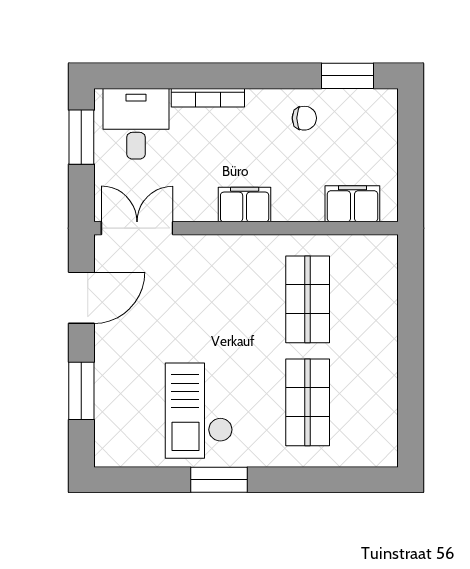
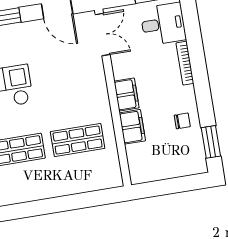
chair: (304, 118) -> (182, 121), turned -90
filing cabinet: (352, 204) -> (132, 127), moved

